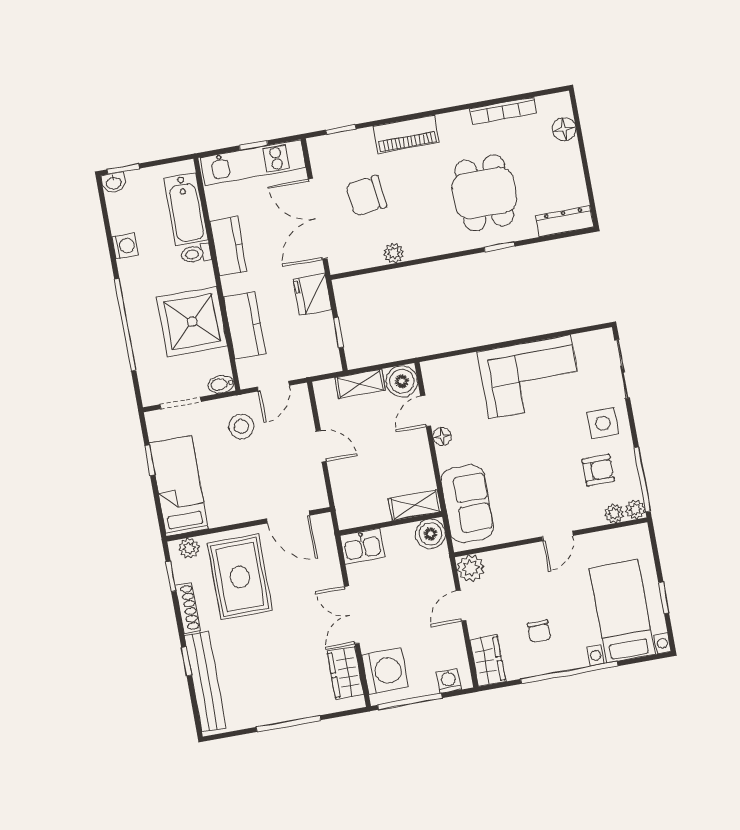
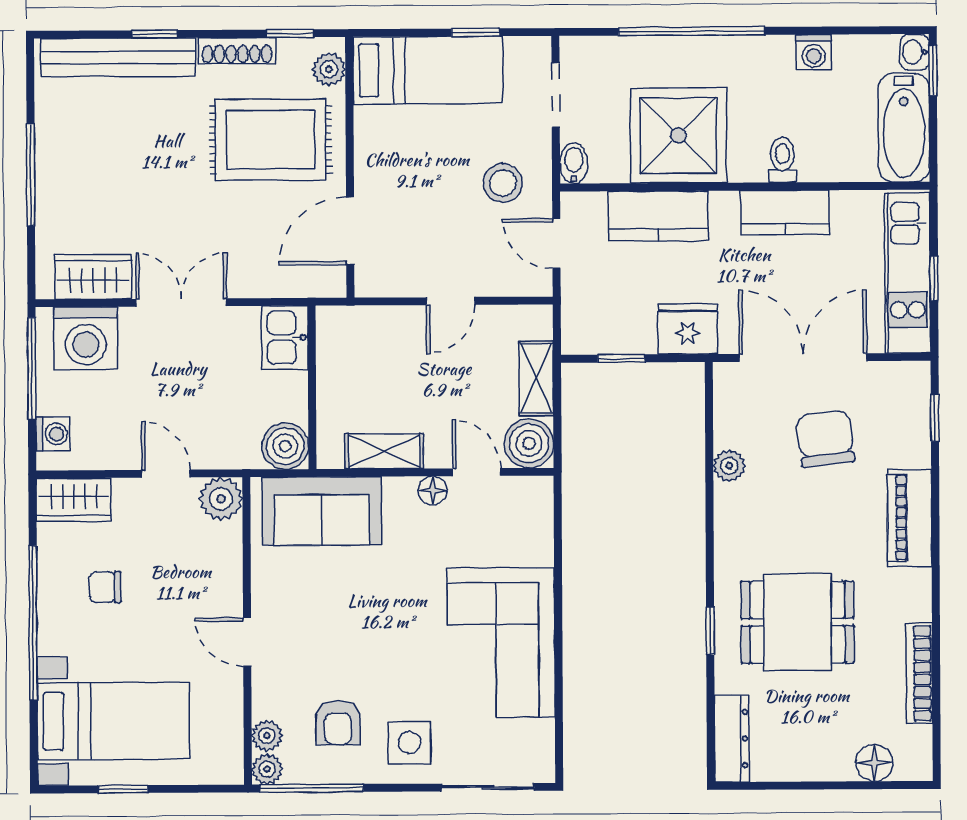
bathtub: (186, 209) -> (904, 128), moved, turned -90
shelving: (415, 505) -> (384, 451), moved, turned 90

